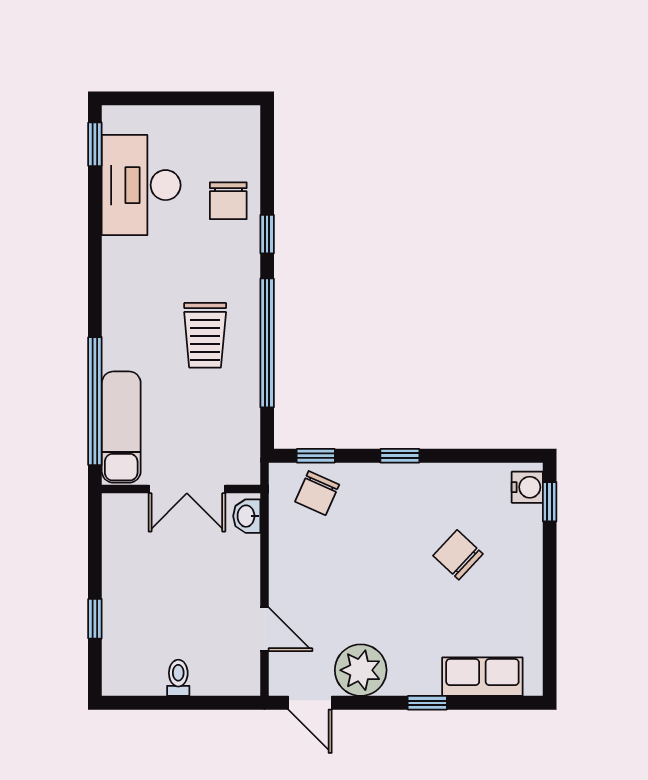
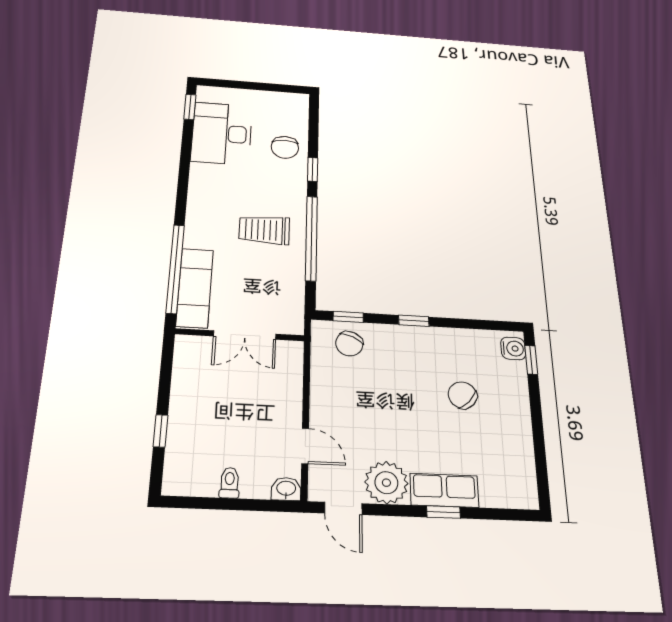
trolley: (205, 335) -> (264, 230), turned 90
washbasin: (247, 516) -> (286, 489), moved, turned 90
row of seats: (482, 677) -> (444, 490), moved

